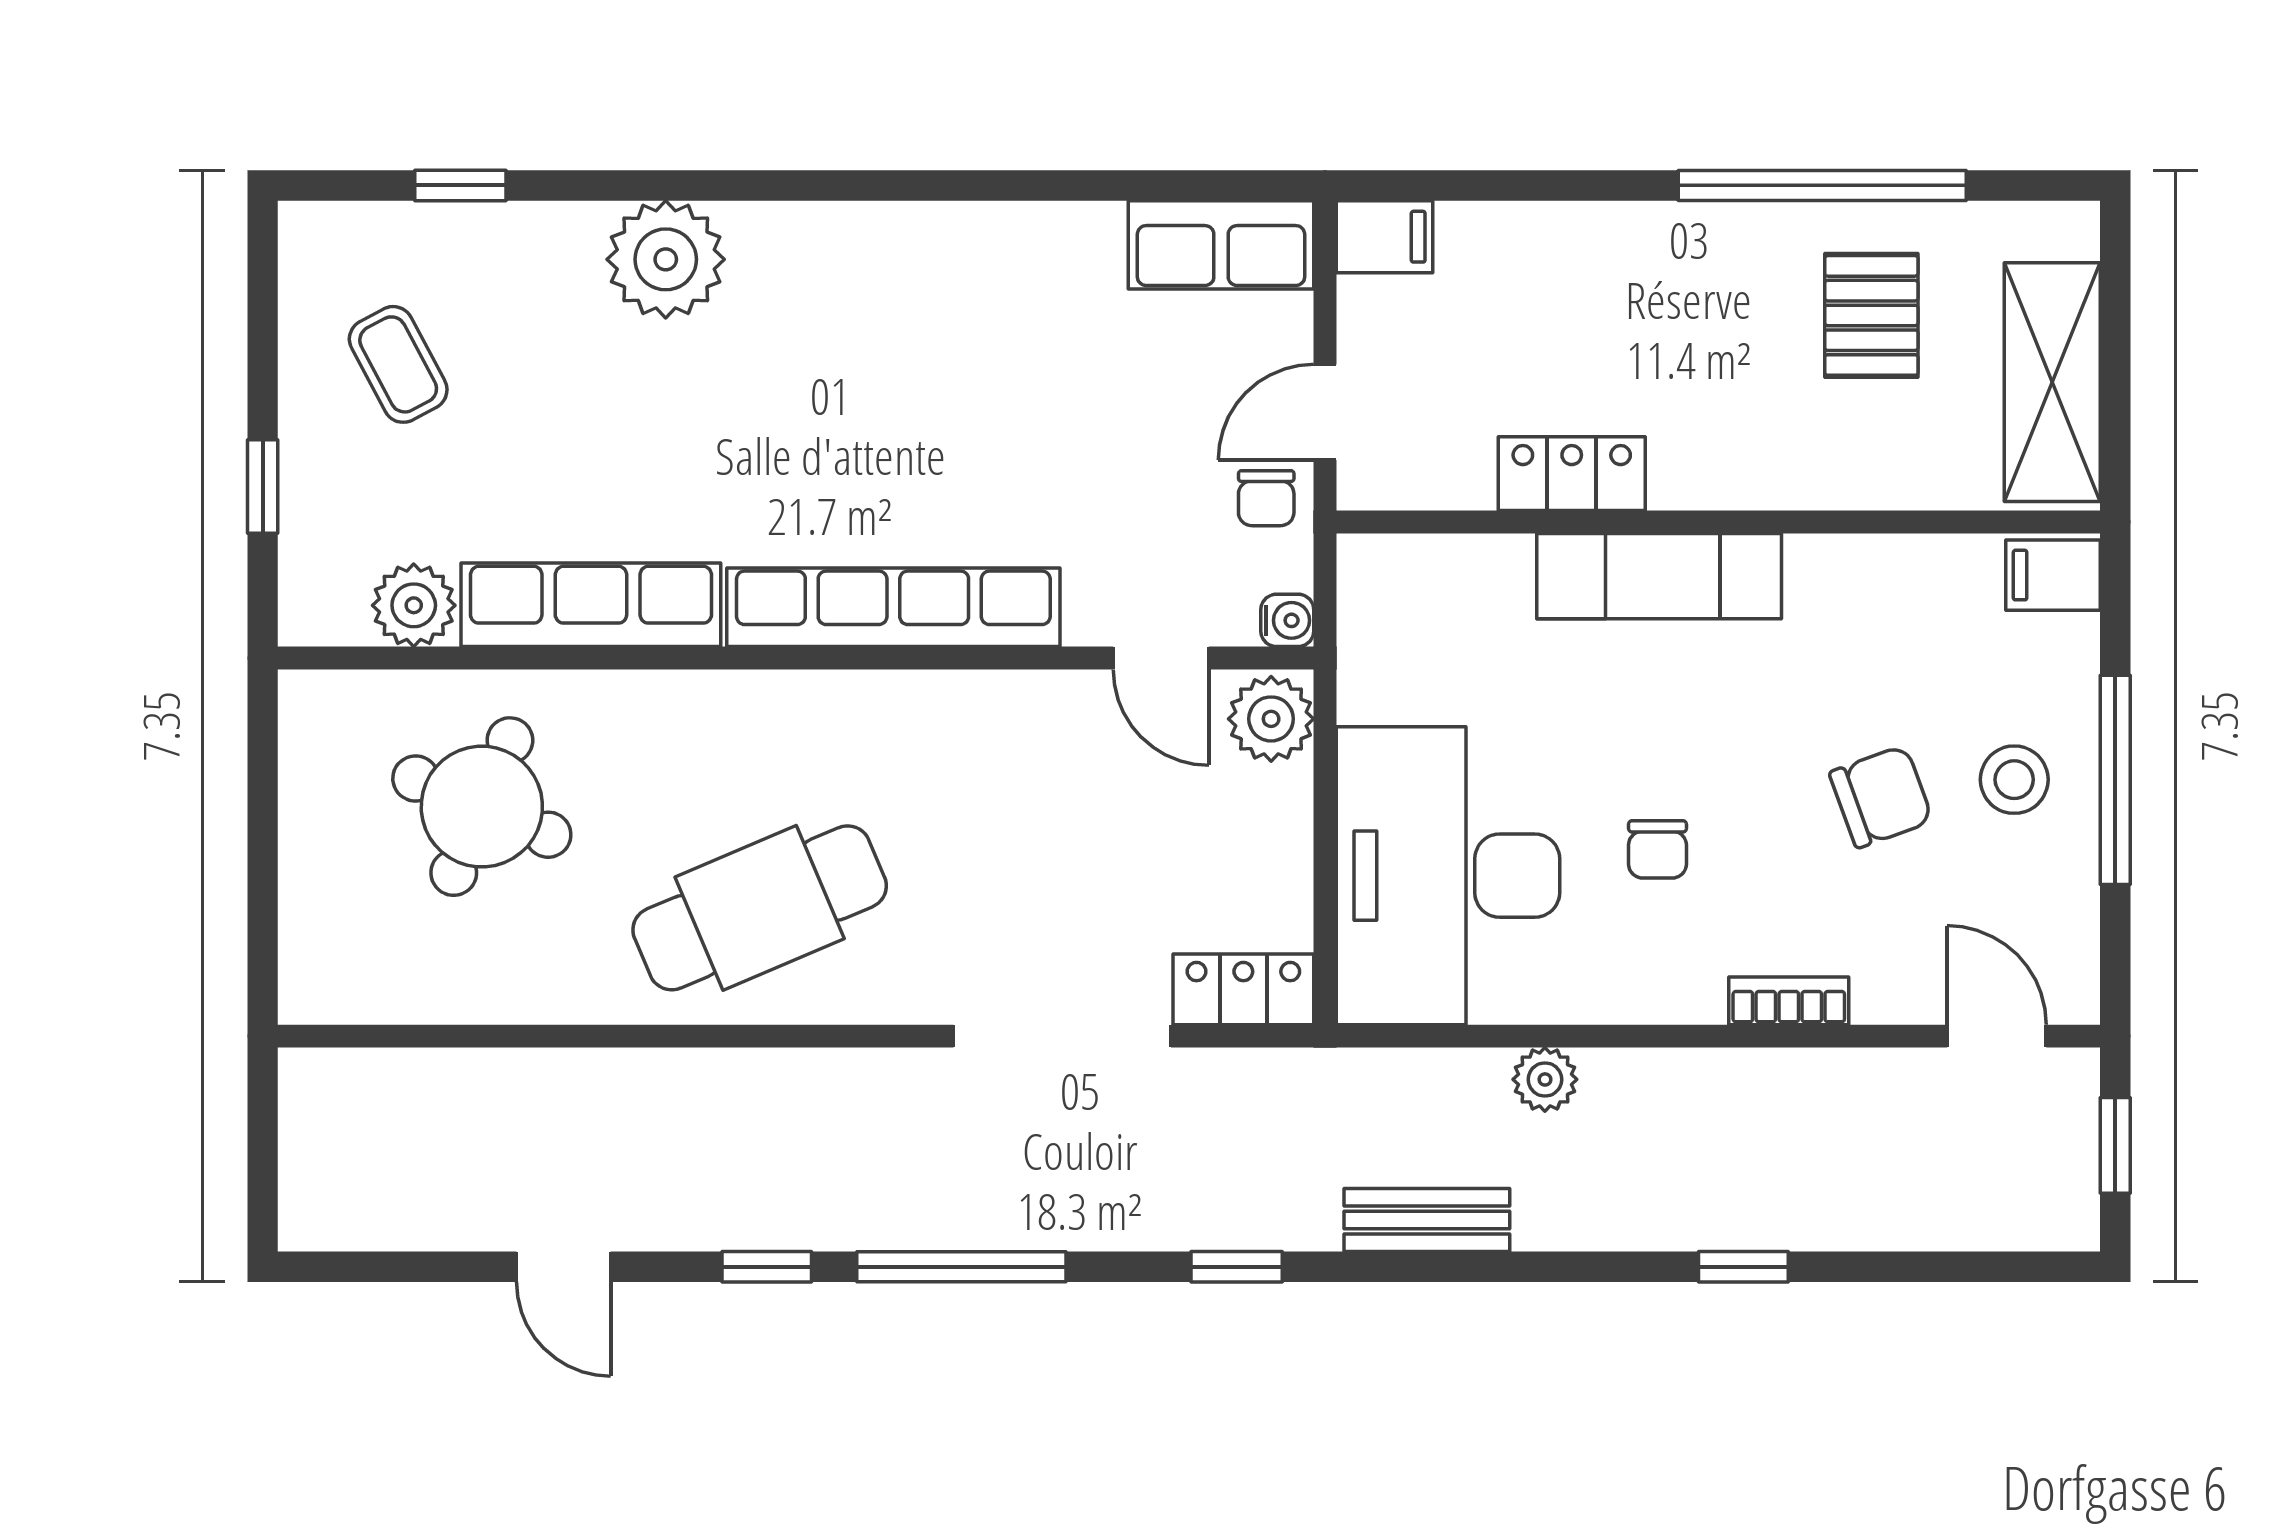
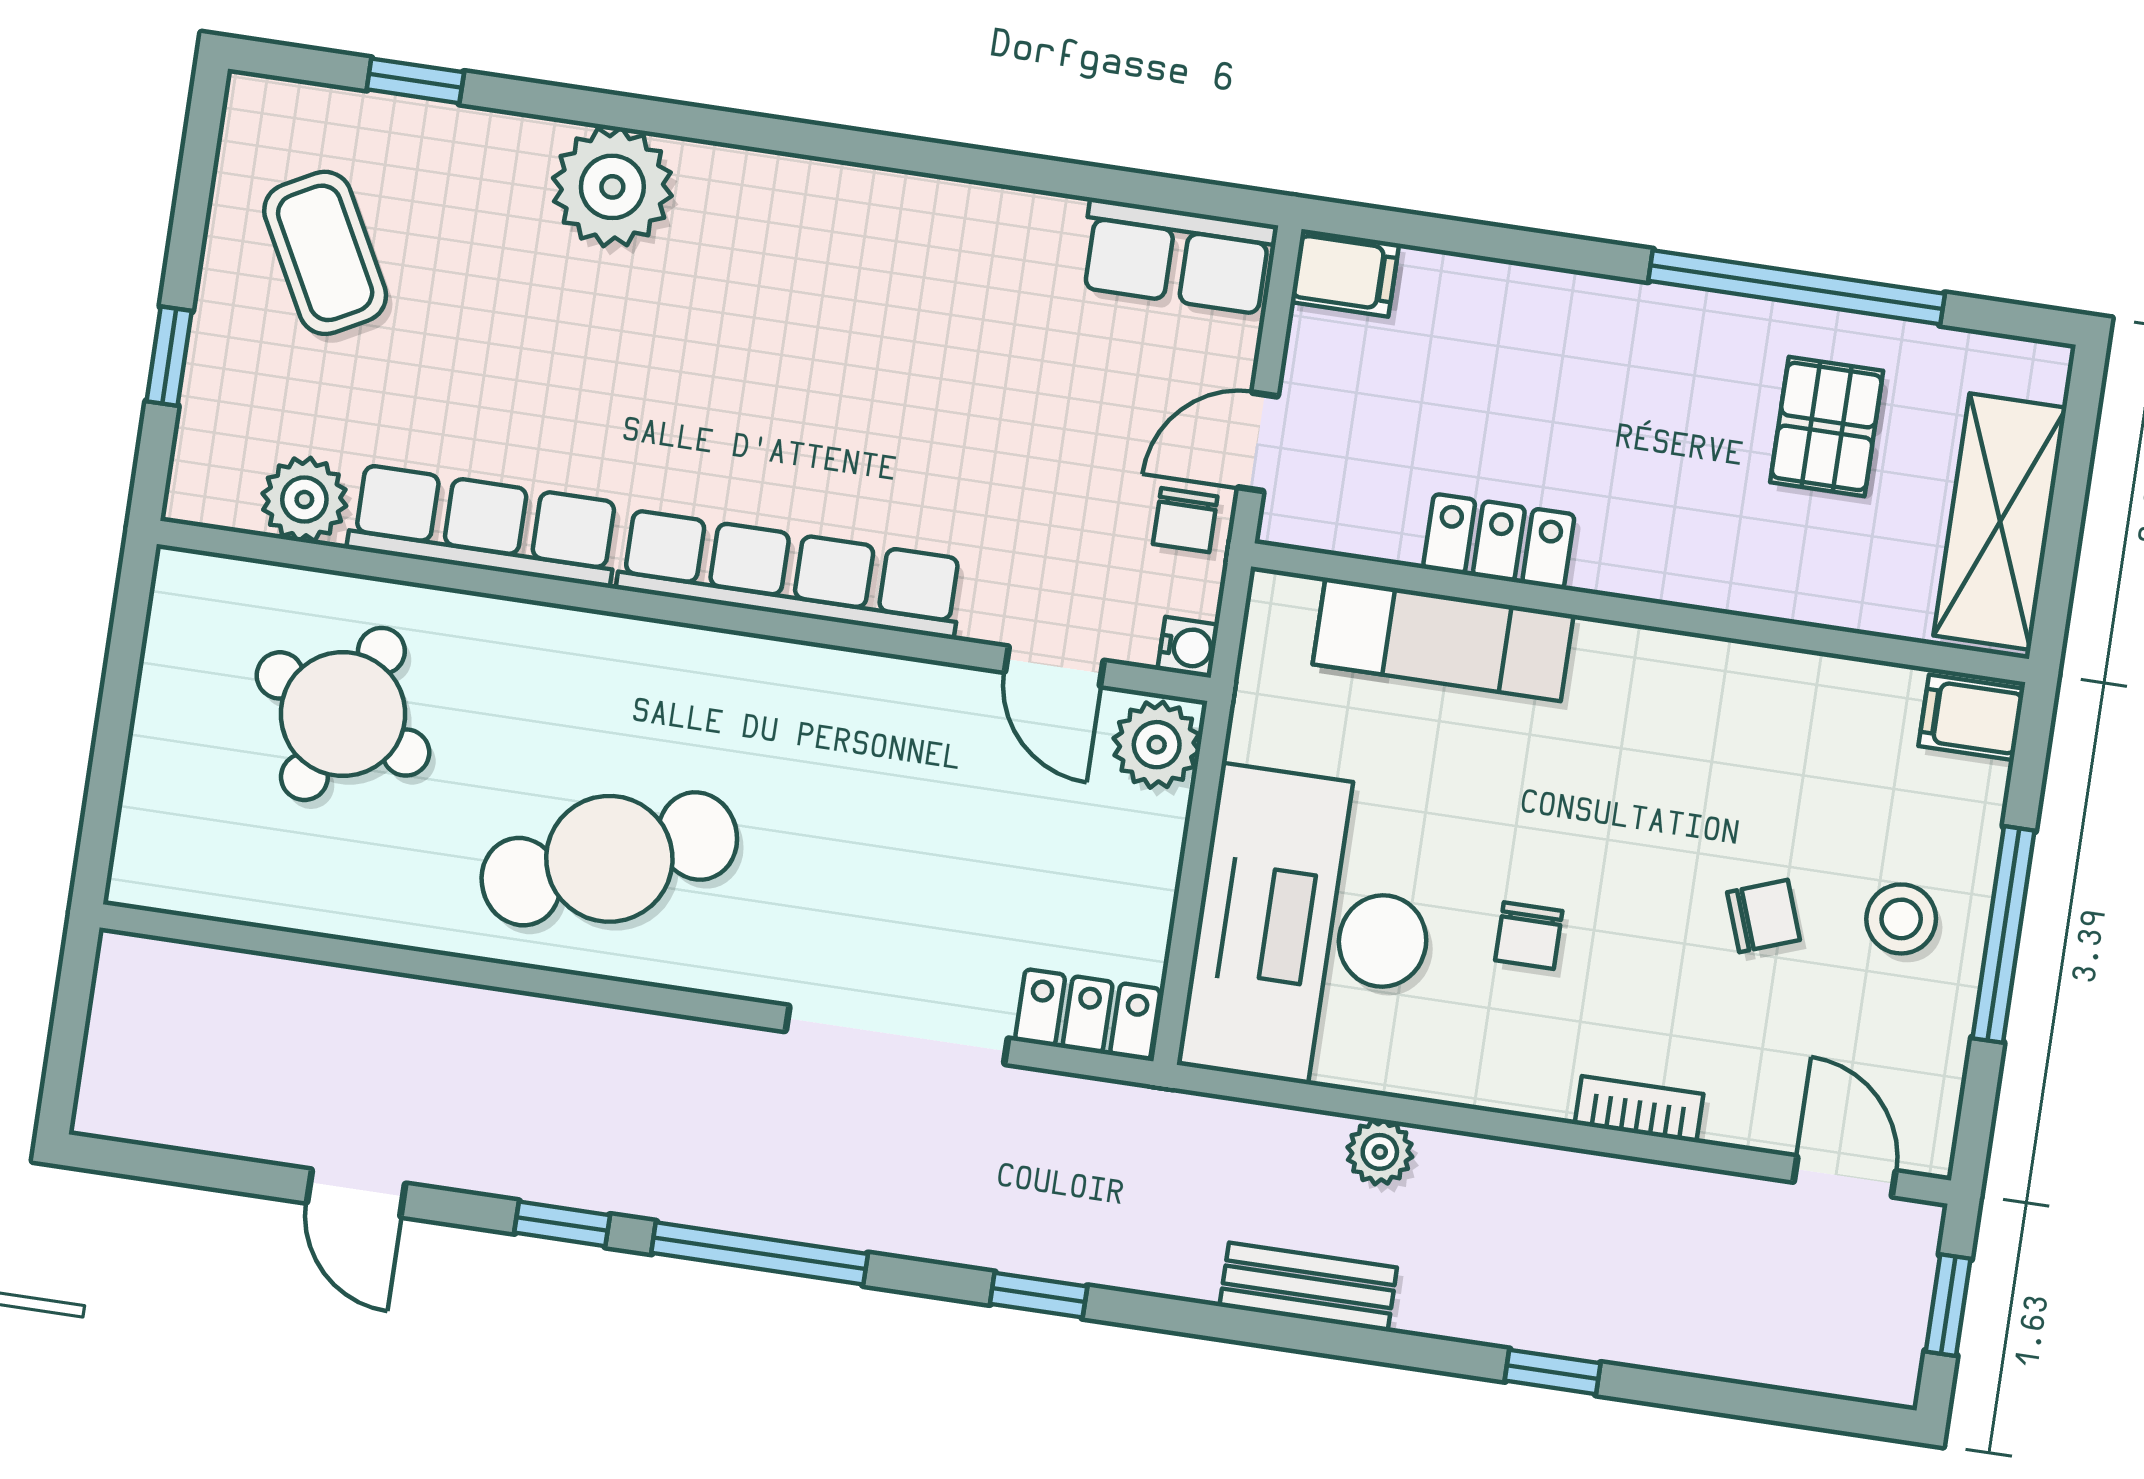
coffee table: (398, 364) -> (325, 253), width x1.36, depth x1.30
exam couch: (1659, 576) -> (1443, 639), moved
chair: (1881, 797) -> (1764, 916), width x0.73, depth x0.73
bench: (1427, 1220) -> (1308, 1287), moved

